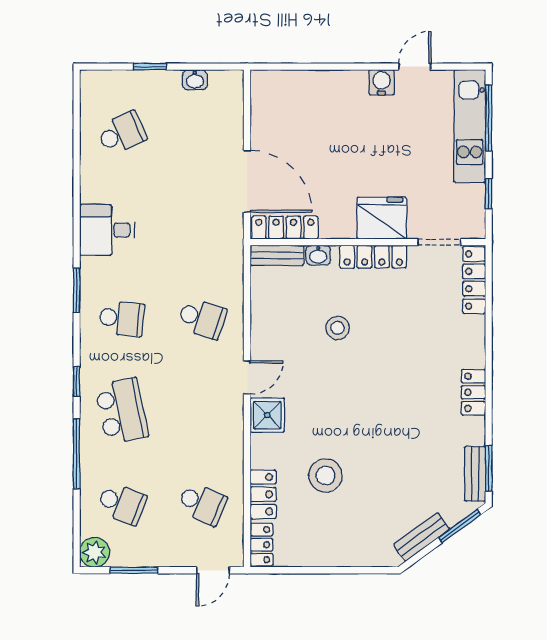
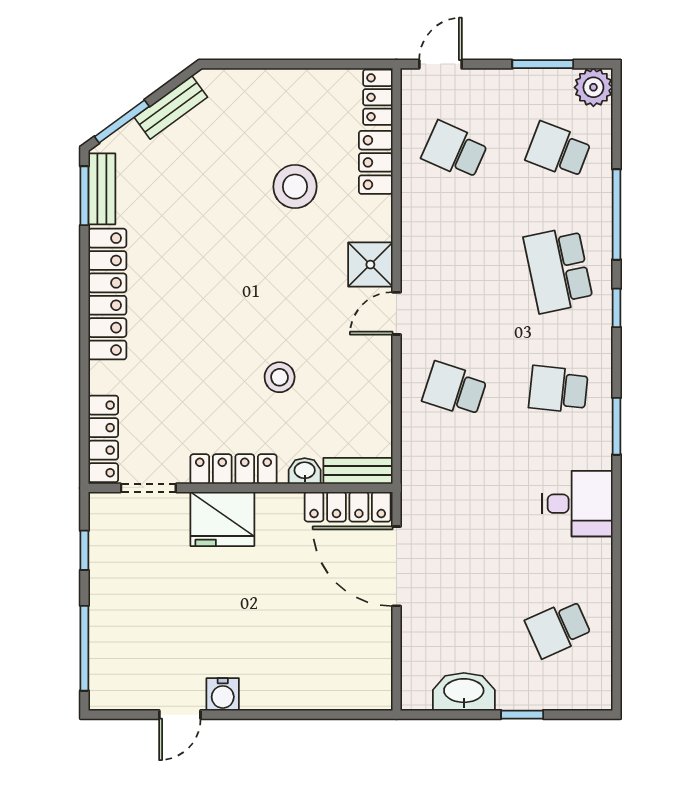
washbasin: (195, 80) -> (464, 692), width x1.91, depth x1.45
kitchen unit: (470, 126) -> (109, 638), removed
locker: (473, 392) -> (107, 294), width x2.16, depth x1.21

